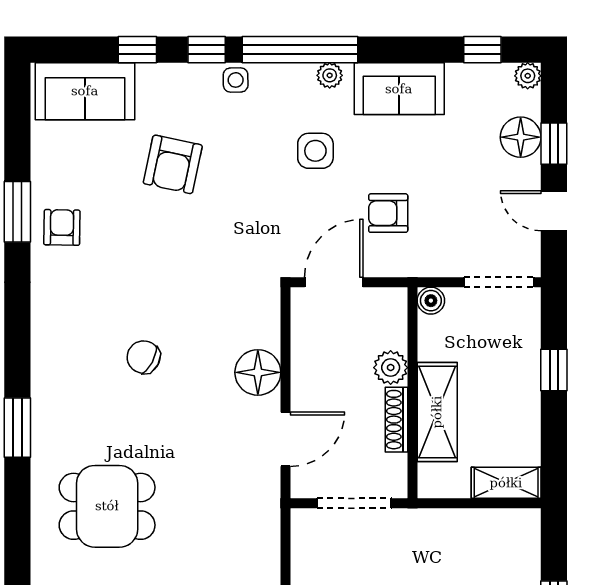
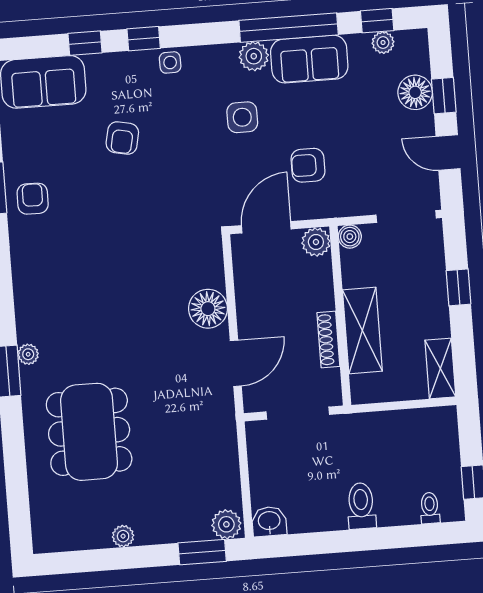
window: (300, 50) -> (289, 28), moved
plant: (330, 75) -> (254, 56), width x1.38, depth x1.38
plant: (528, 76) -> (383, 43), moved
armchair: (173, 164) -> (122, 138), width x0.72, depth x0.72
chair: (144, 357) -> (110, 303), removed
plant: (391, 368) -> (316, 242), moved
plant: (43, 410) -> (28, 354), added
shelving: (506, 483) -> (440, 368), moved, turned 90
dining table: (107, 506) -> (89, 432), width x1.38

